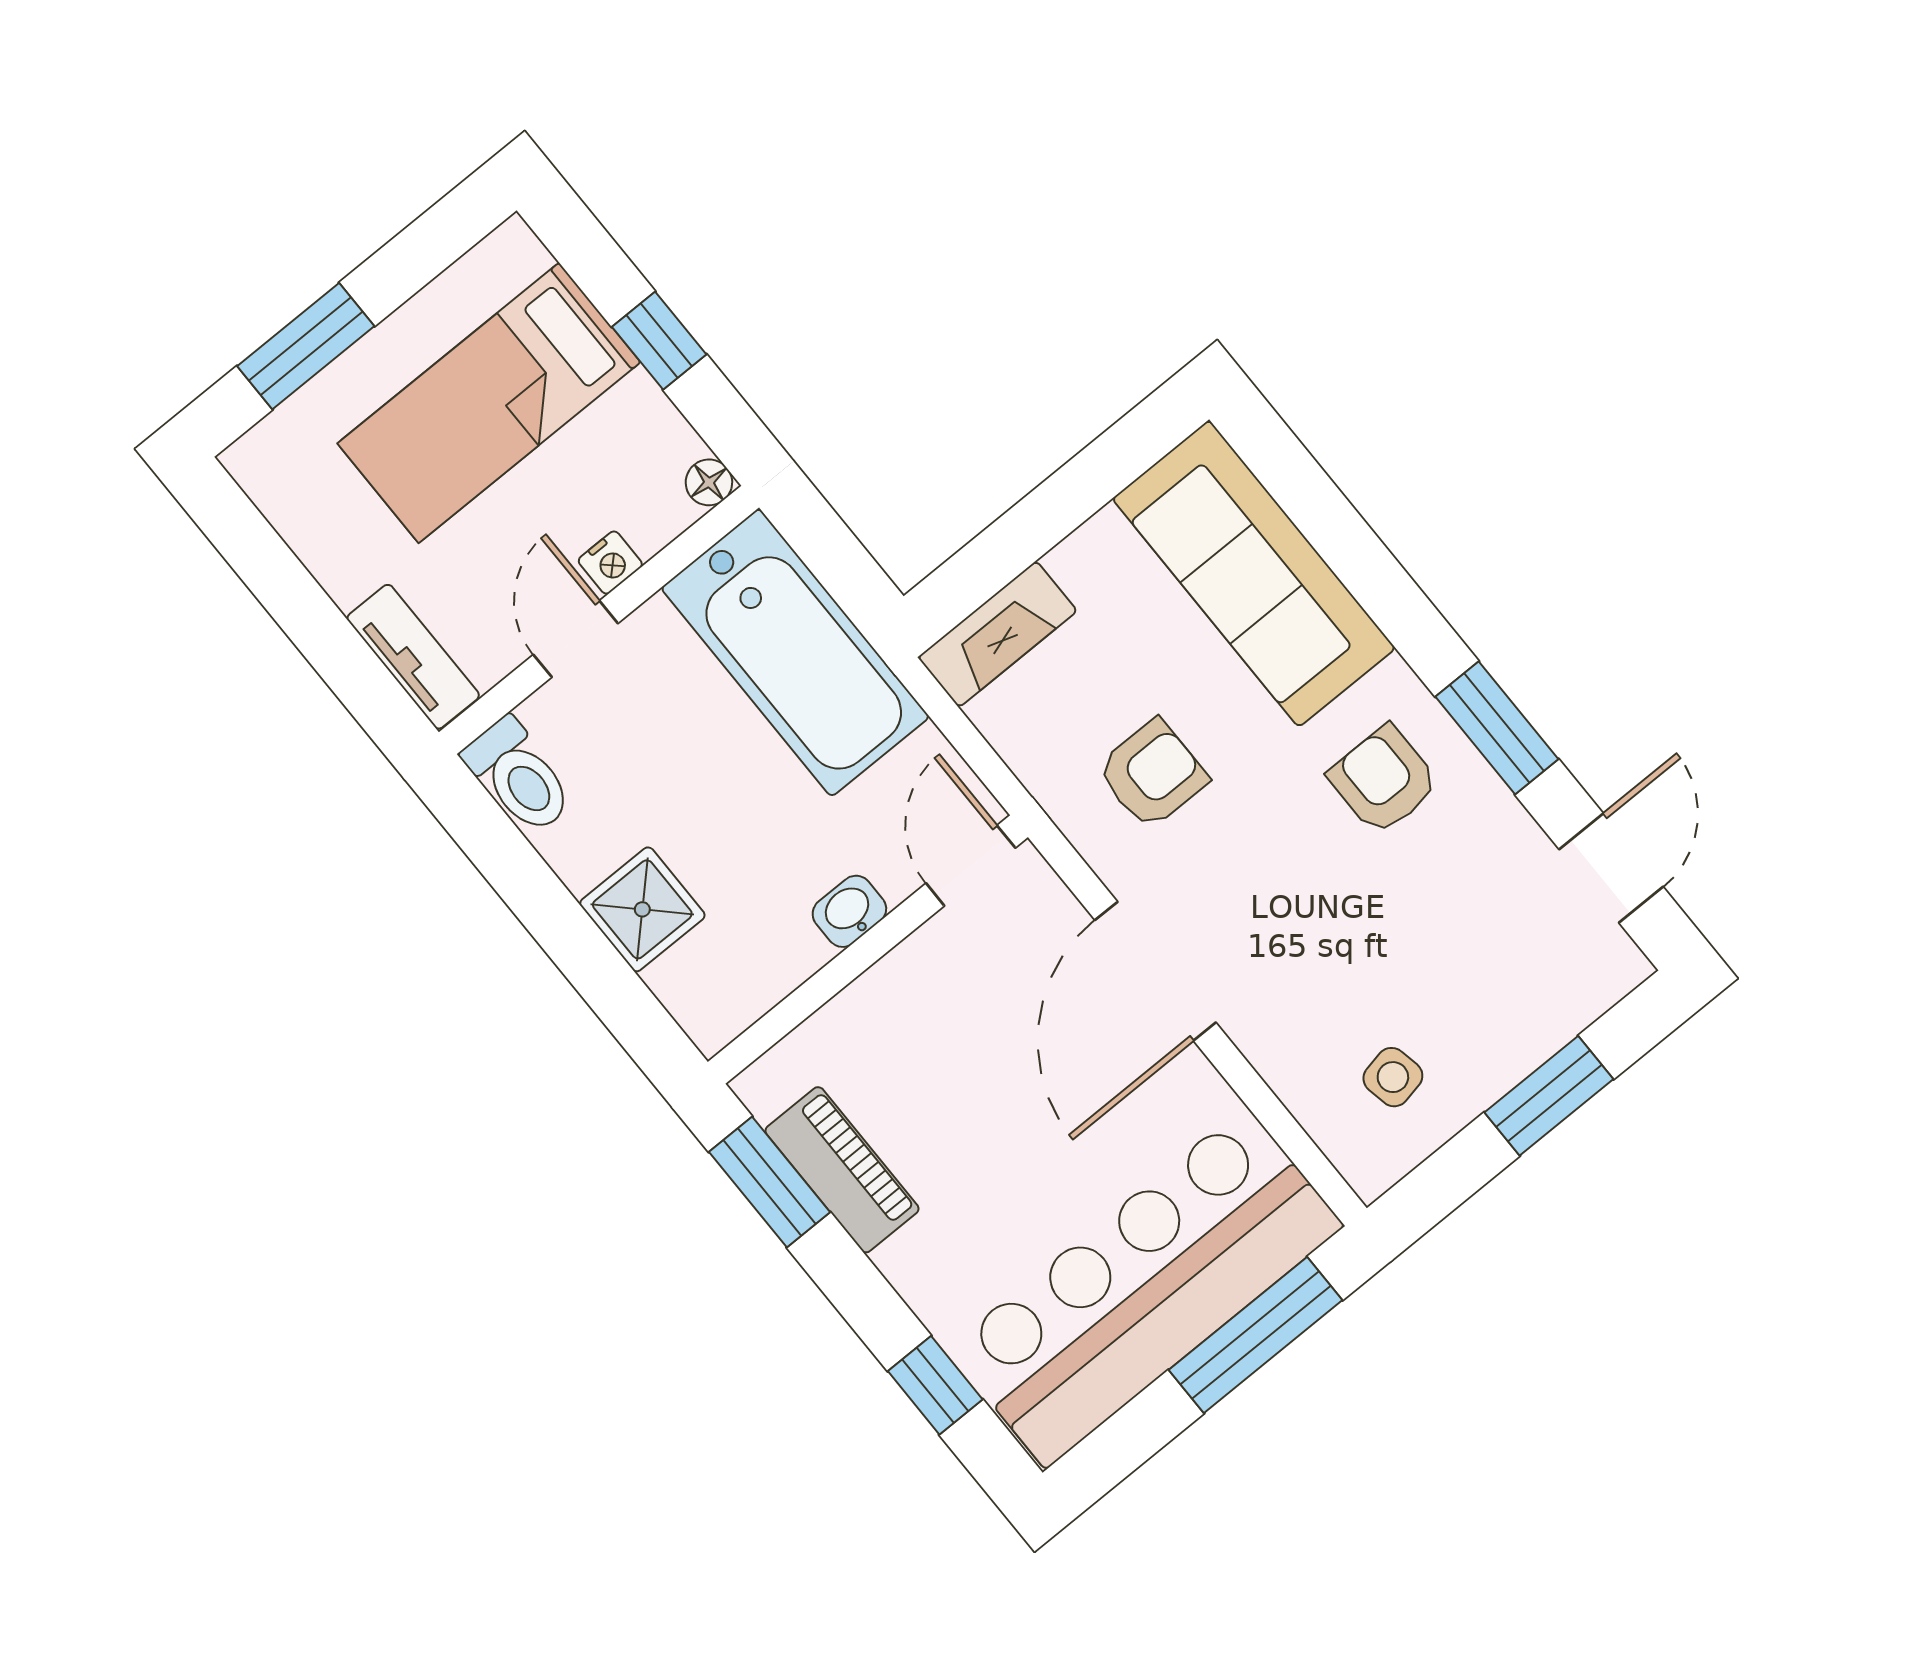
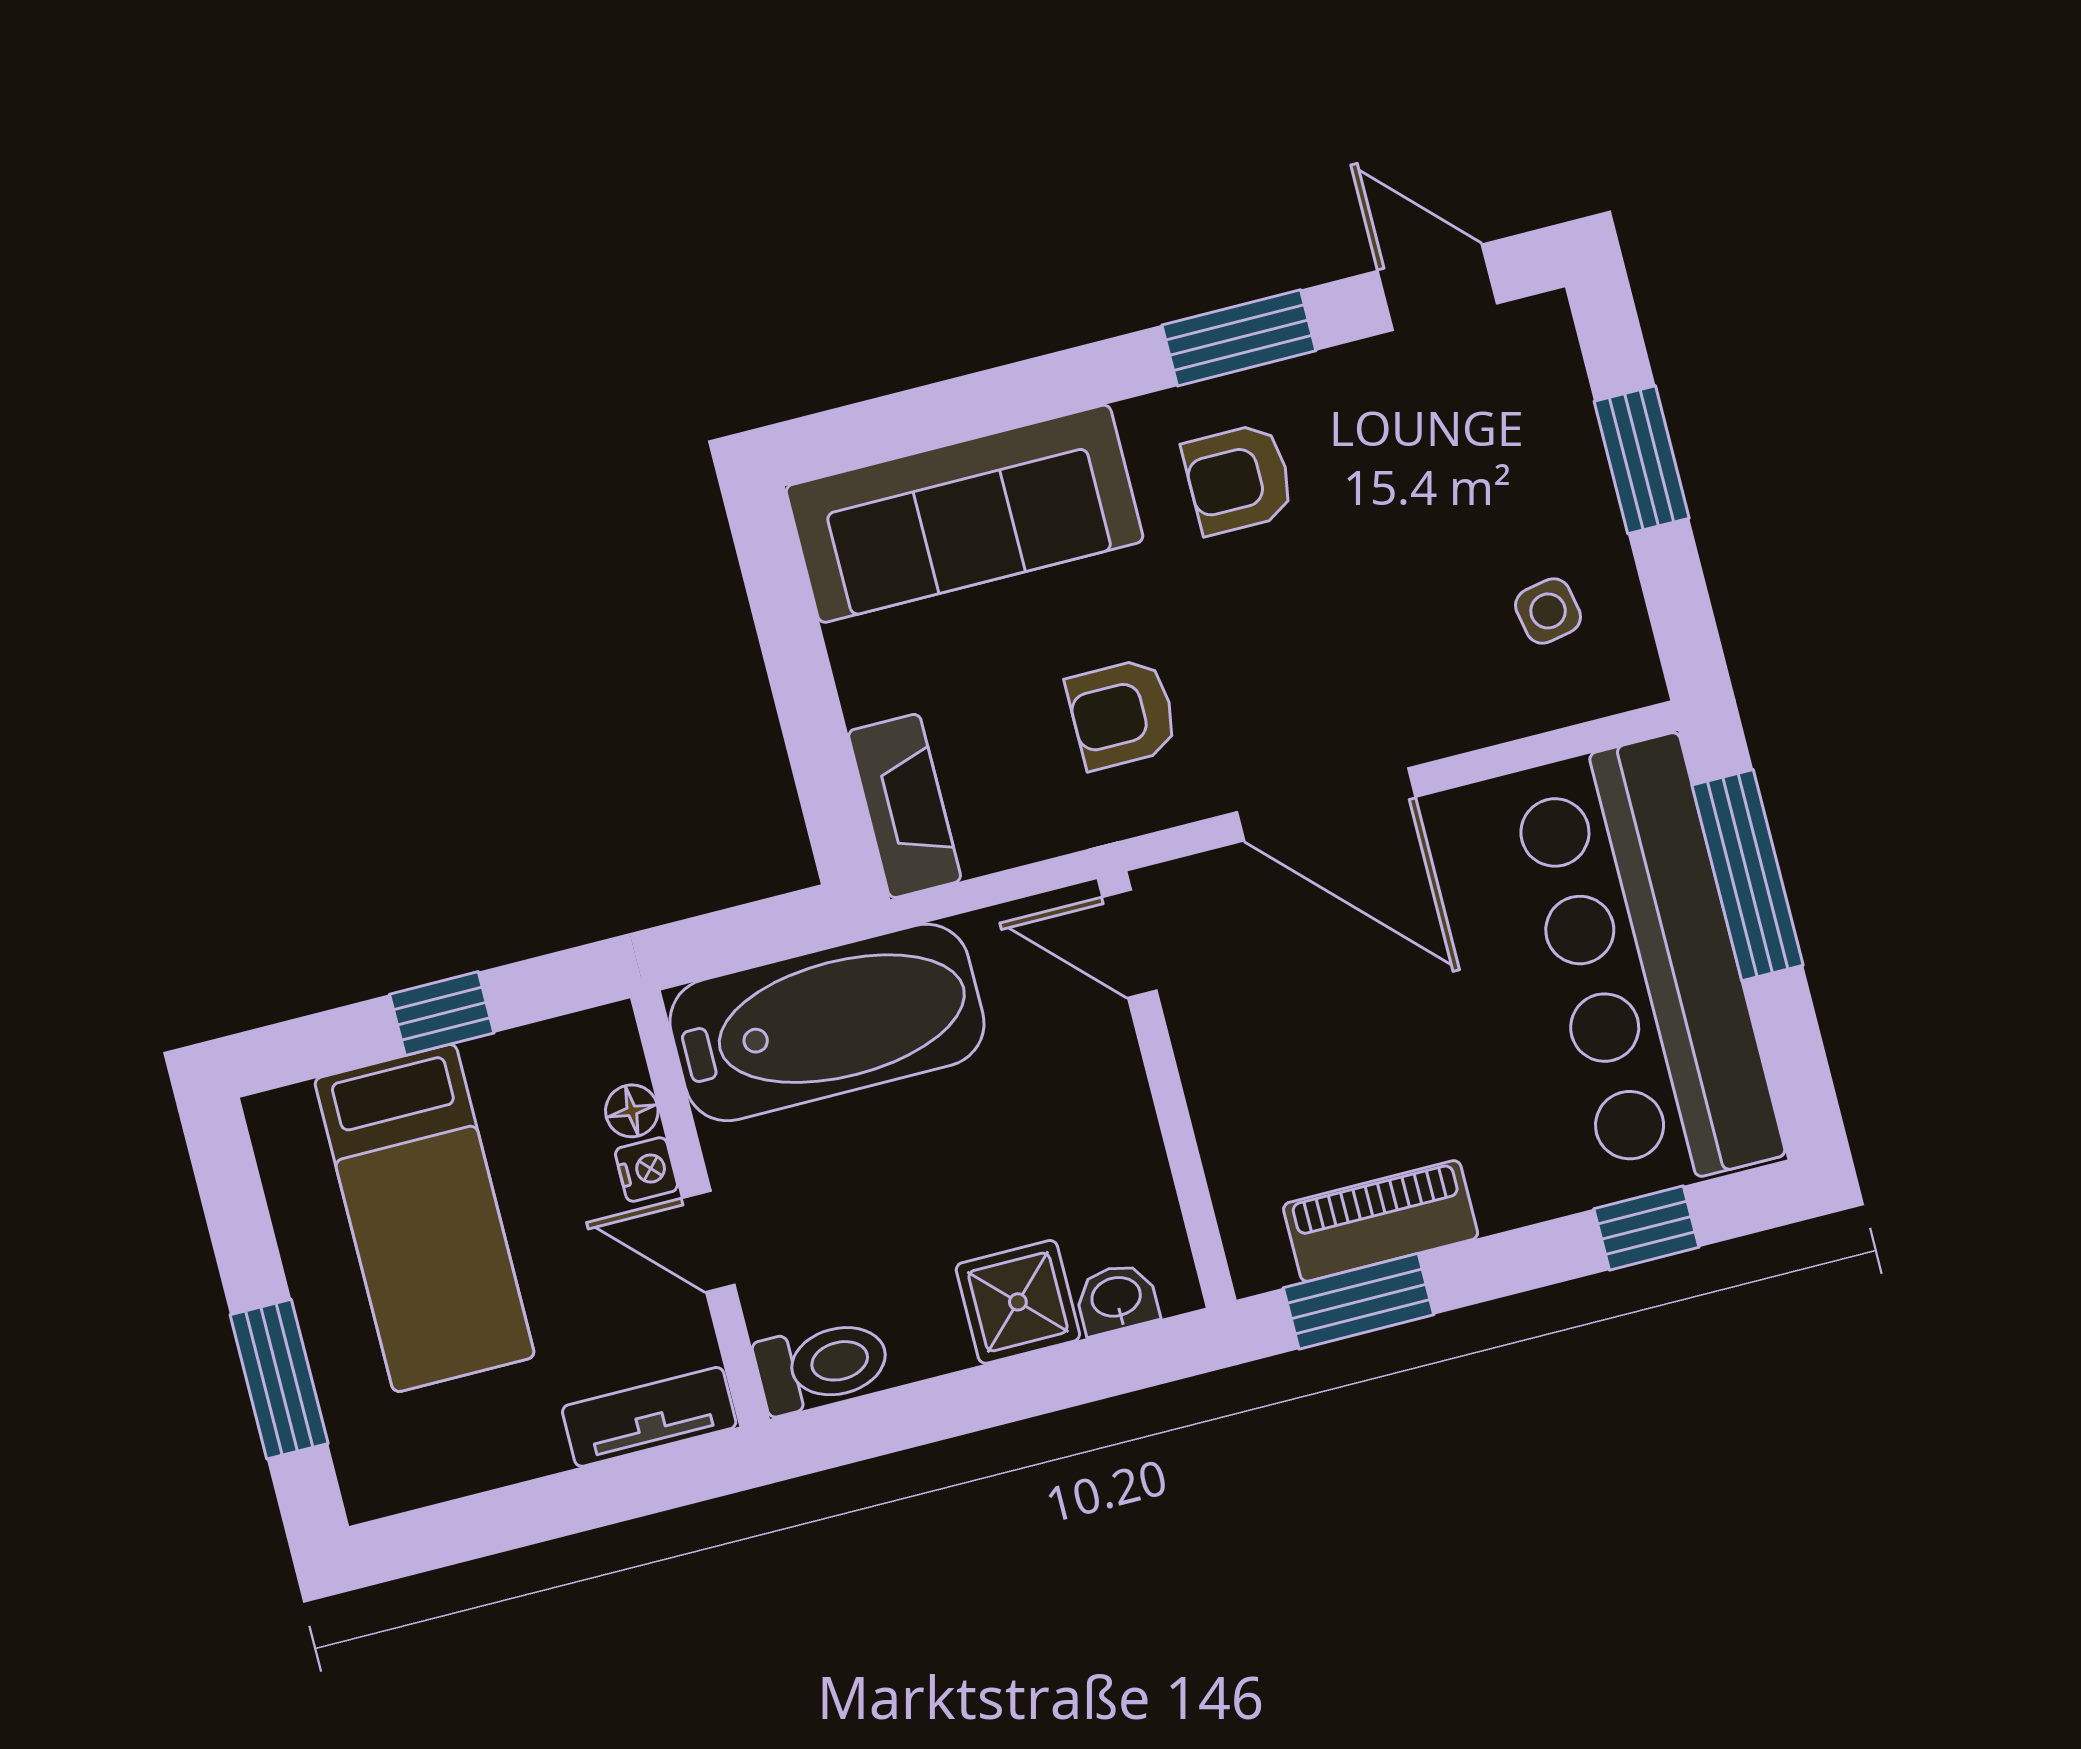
floor lamp: (709, 482) -> (632, 1111), moved
armchair: (1152, 774) -> (1122, 714), turned -90
washbasin: (849, 911) -> (1117, 1299), moved, turned 90

